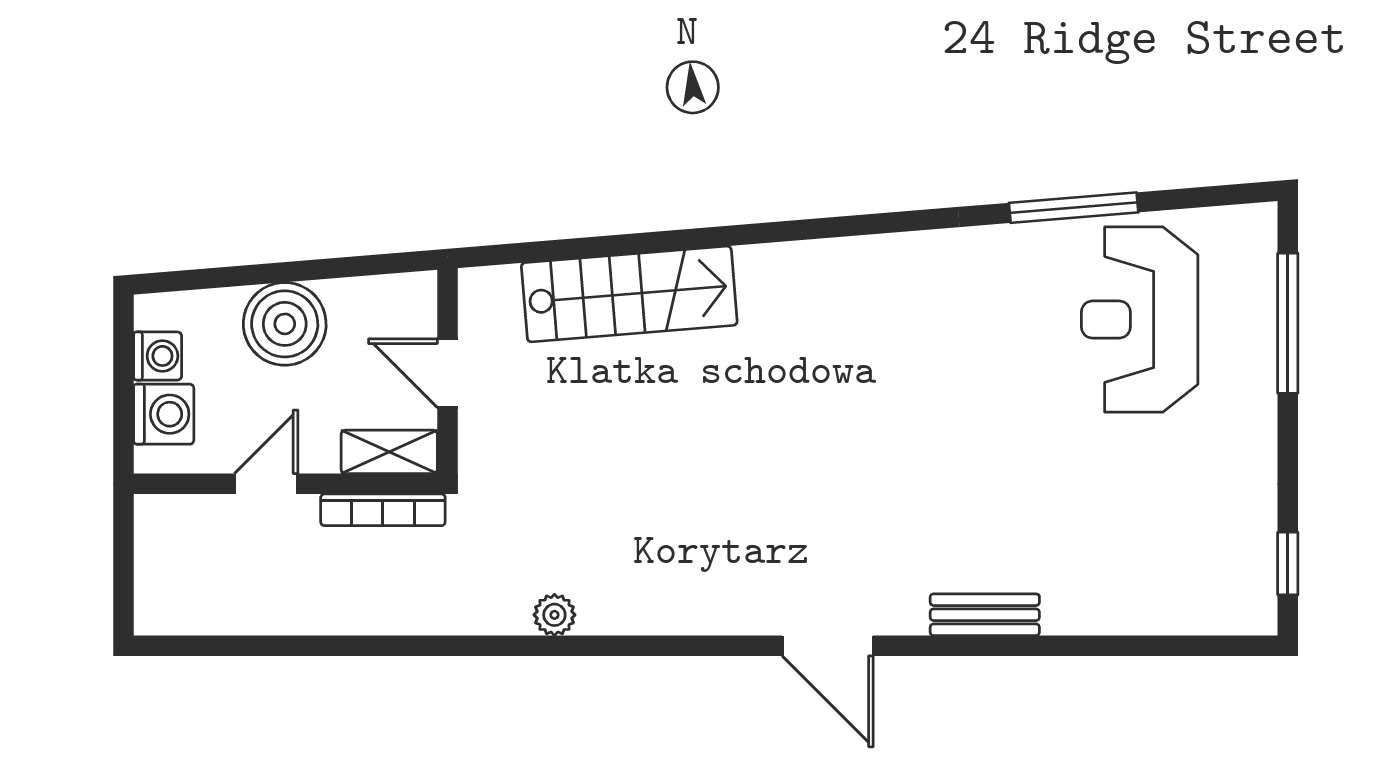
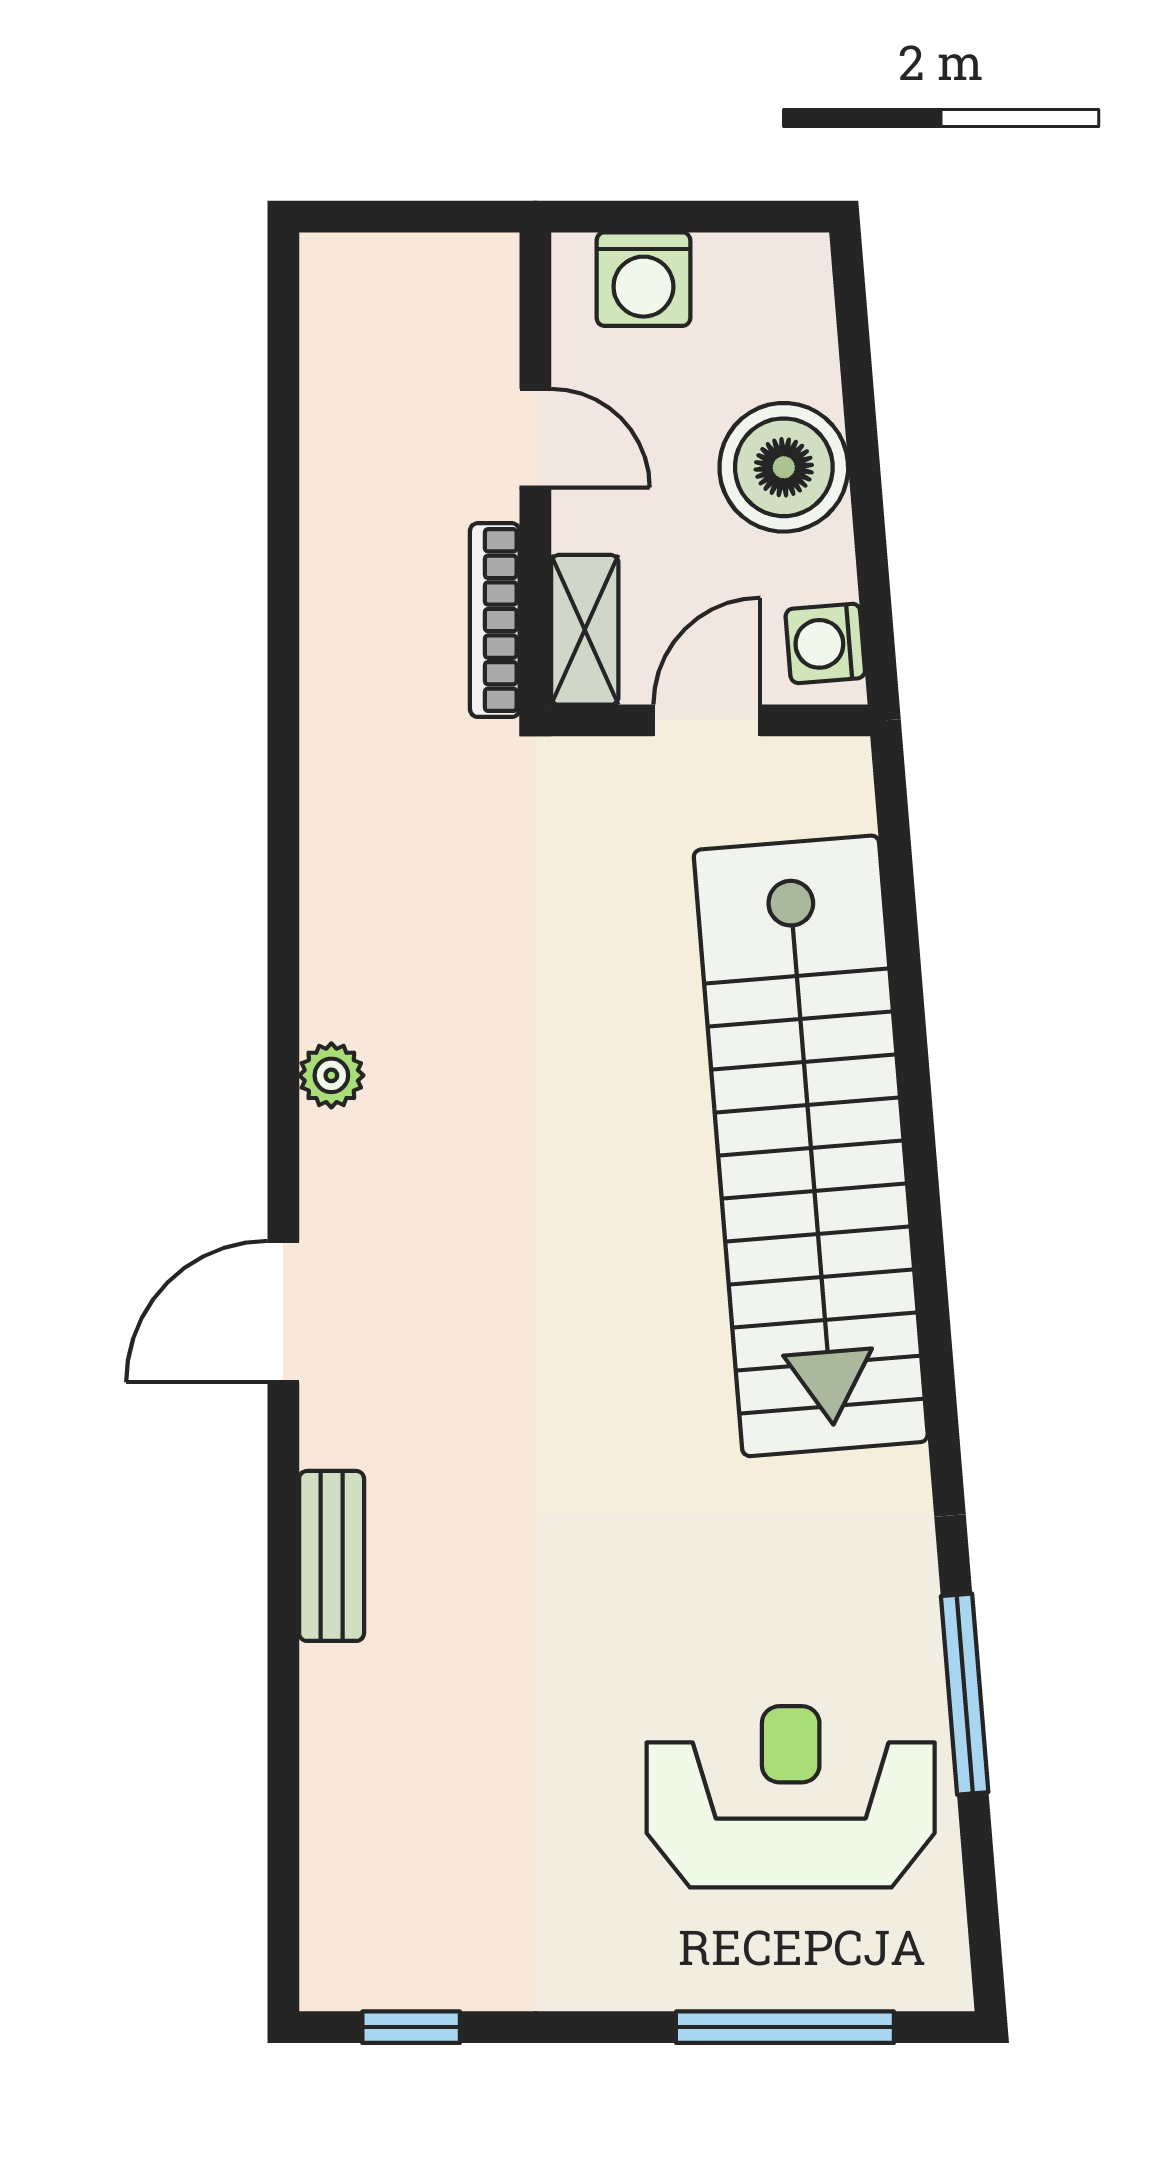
stairs: (629, 294) -> (811, 1146), width x1.86, depth x1.51
washing machine: (158, 356) -> (825, 643), moved, turned 85
plant: (554, 615) -> (331, 1075), moved

